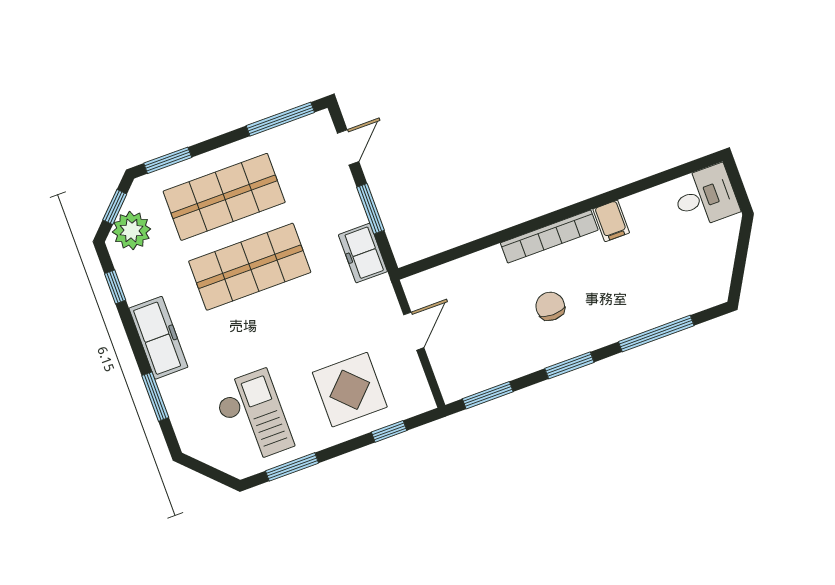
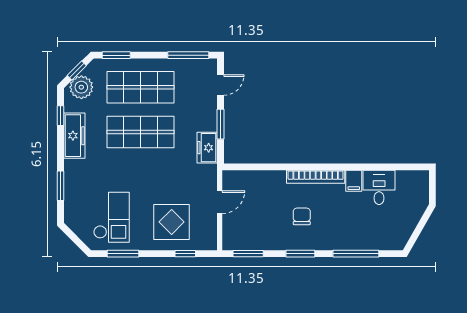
desk: (705, 197) -> (379, 187), moved, turned -90
freezer: (158, 338) -> (74, 136), moved

